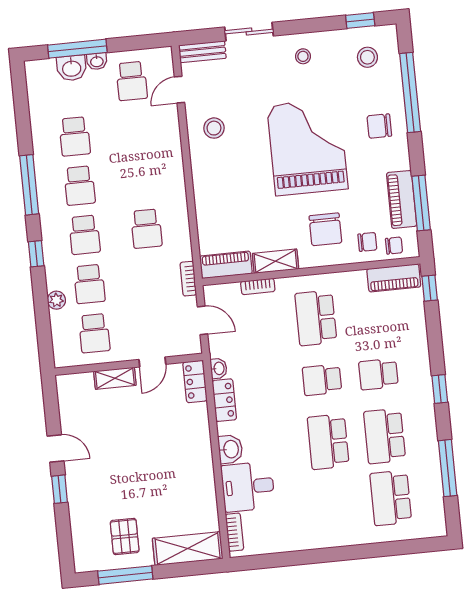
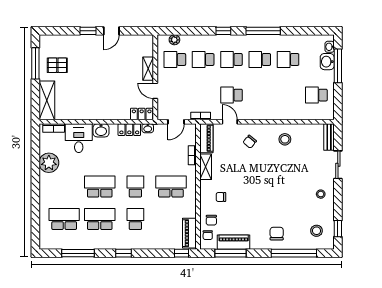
washbasin: (97, 61) -> (330, 47), moved
door: (180, 90) -> (230, 122), moved
grand piano: (307, 147) -> (269, 191), removed
chair: (224, 189) -> (250, 142), added
chair: (325, 229) -> (221, 197), width x0.54, depth x0.54
plant: (56, 300) -> (174, 40), moved
plant: (296, 534) -> (49, 163), added

